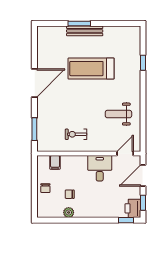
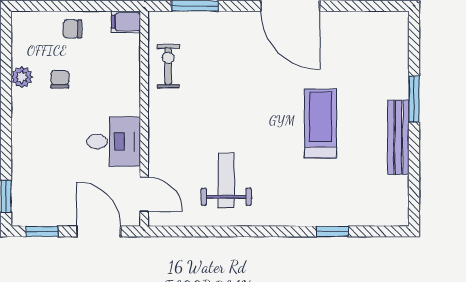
bench: (85, 31) -> (399, 137), moved
treadmill: (91, 69) -> (320, 124), width x0.73, depth x0.73
exercise bike: (76, 134) -> (168, 66), moved
filing cabinet: (55, 162) -> (126, 22), moved
printer: (133, 208) -> (30, 210), removed

